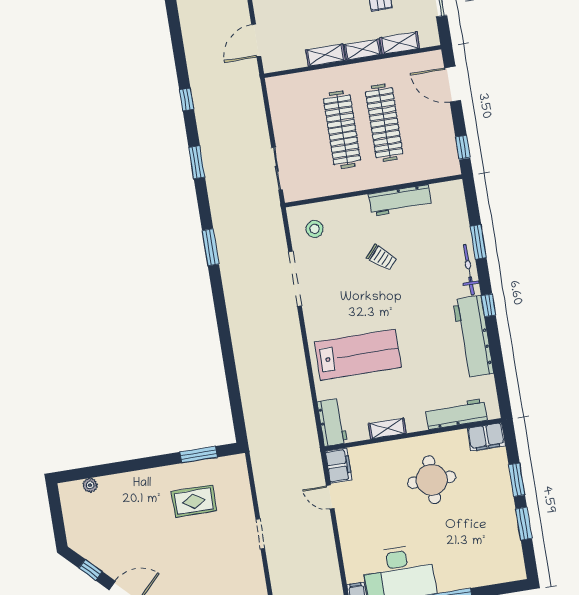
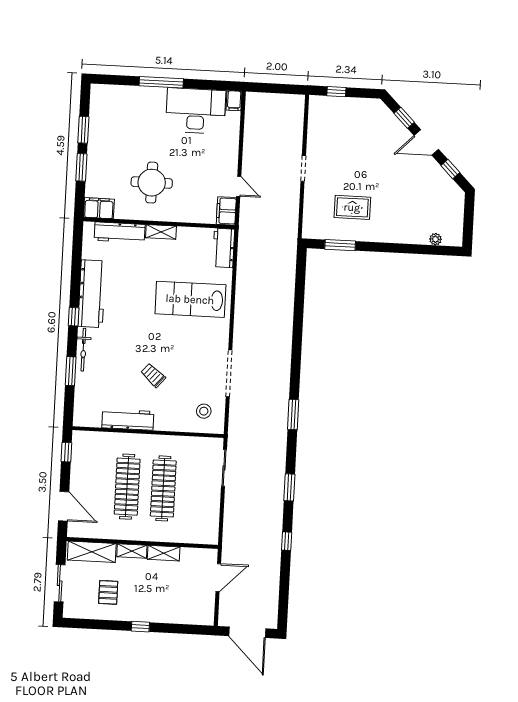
shelving: (400, 43) -> (92, 552), width x1.50, depth x1.33
shelving: (387, 429) -> (161, 232), moved

